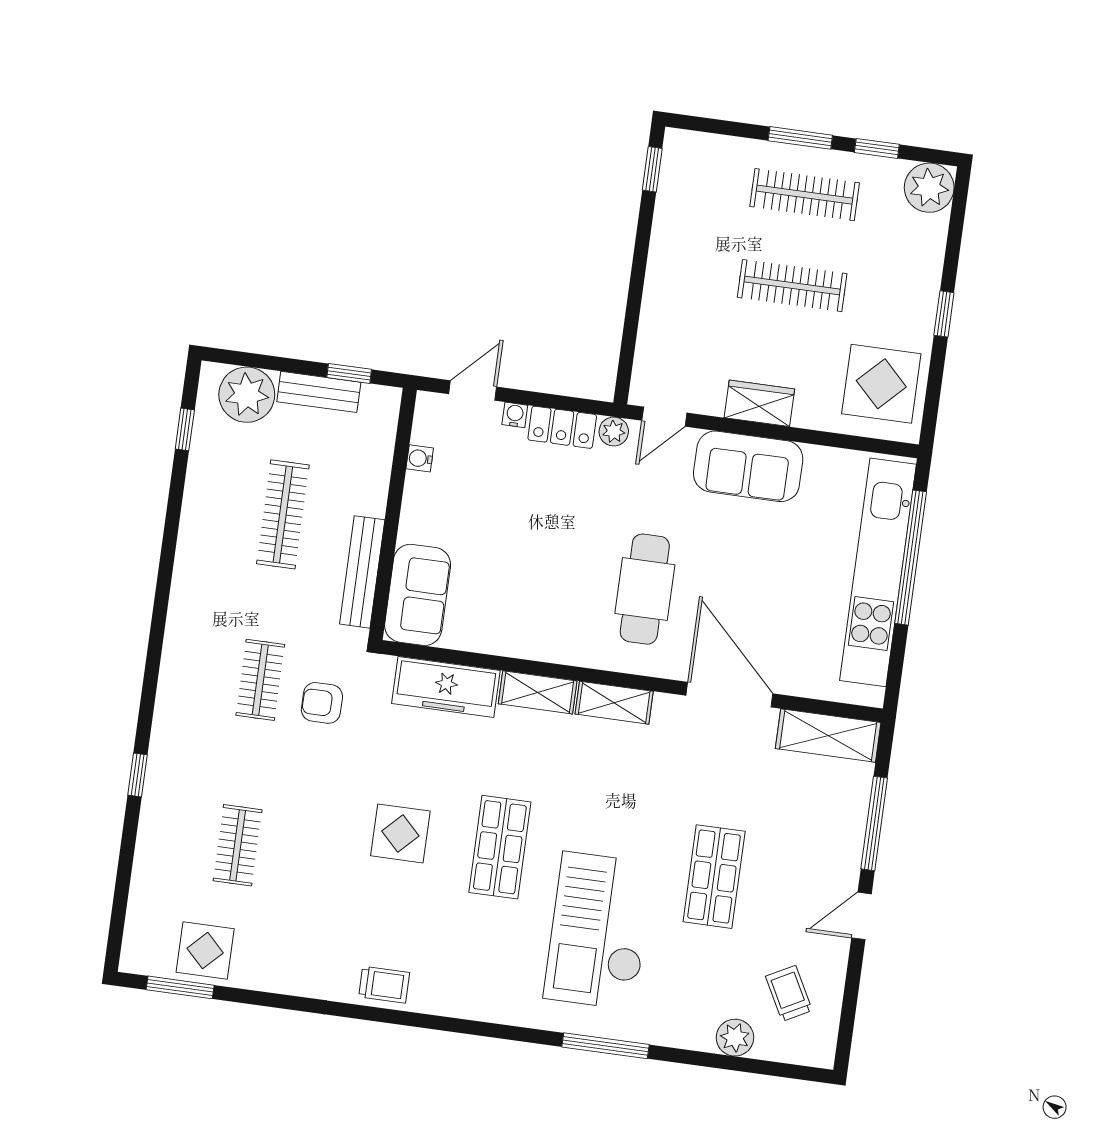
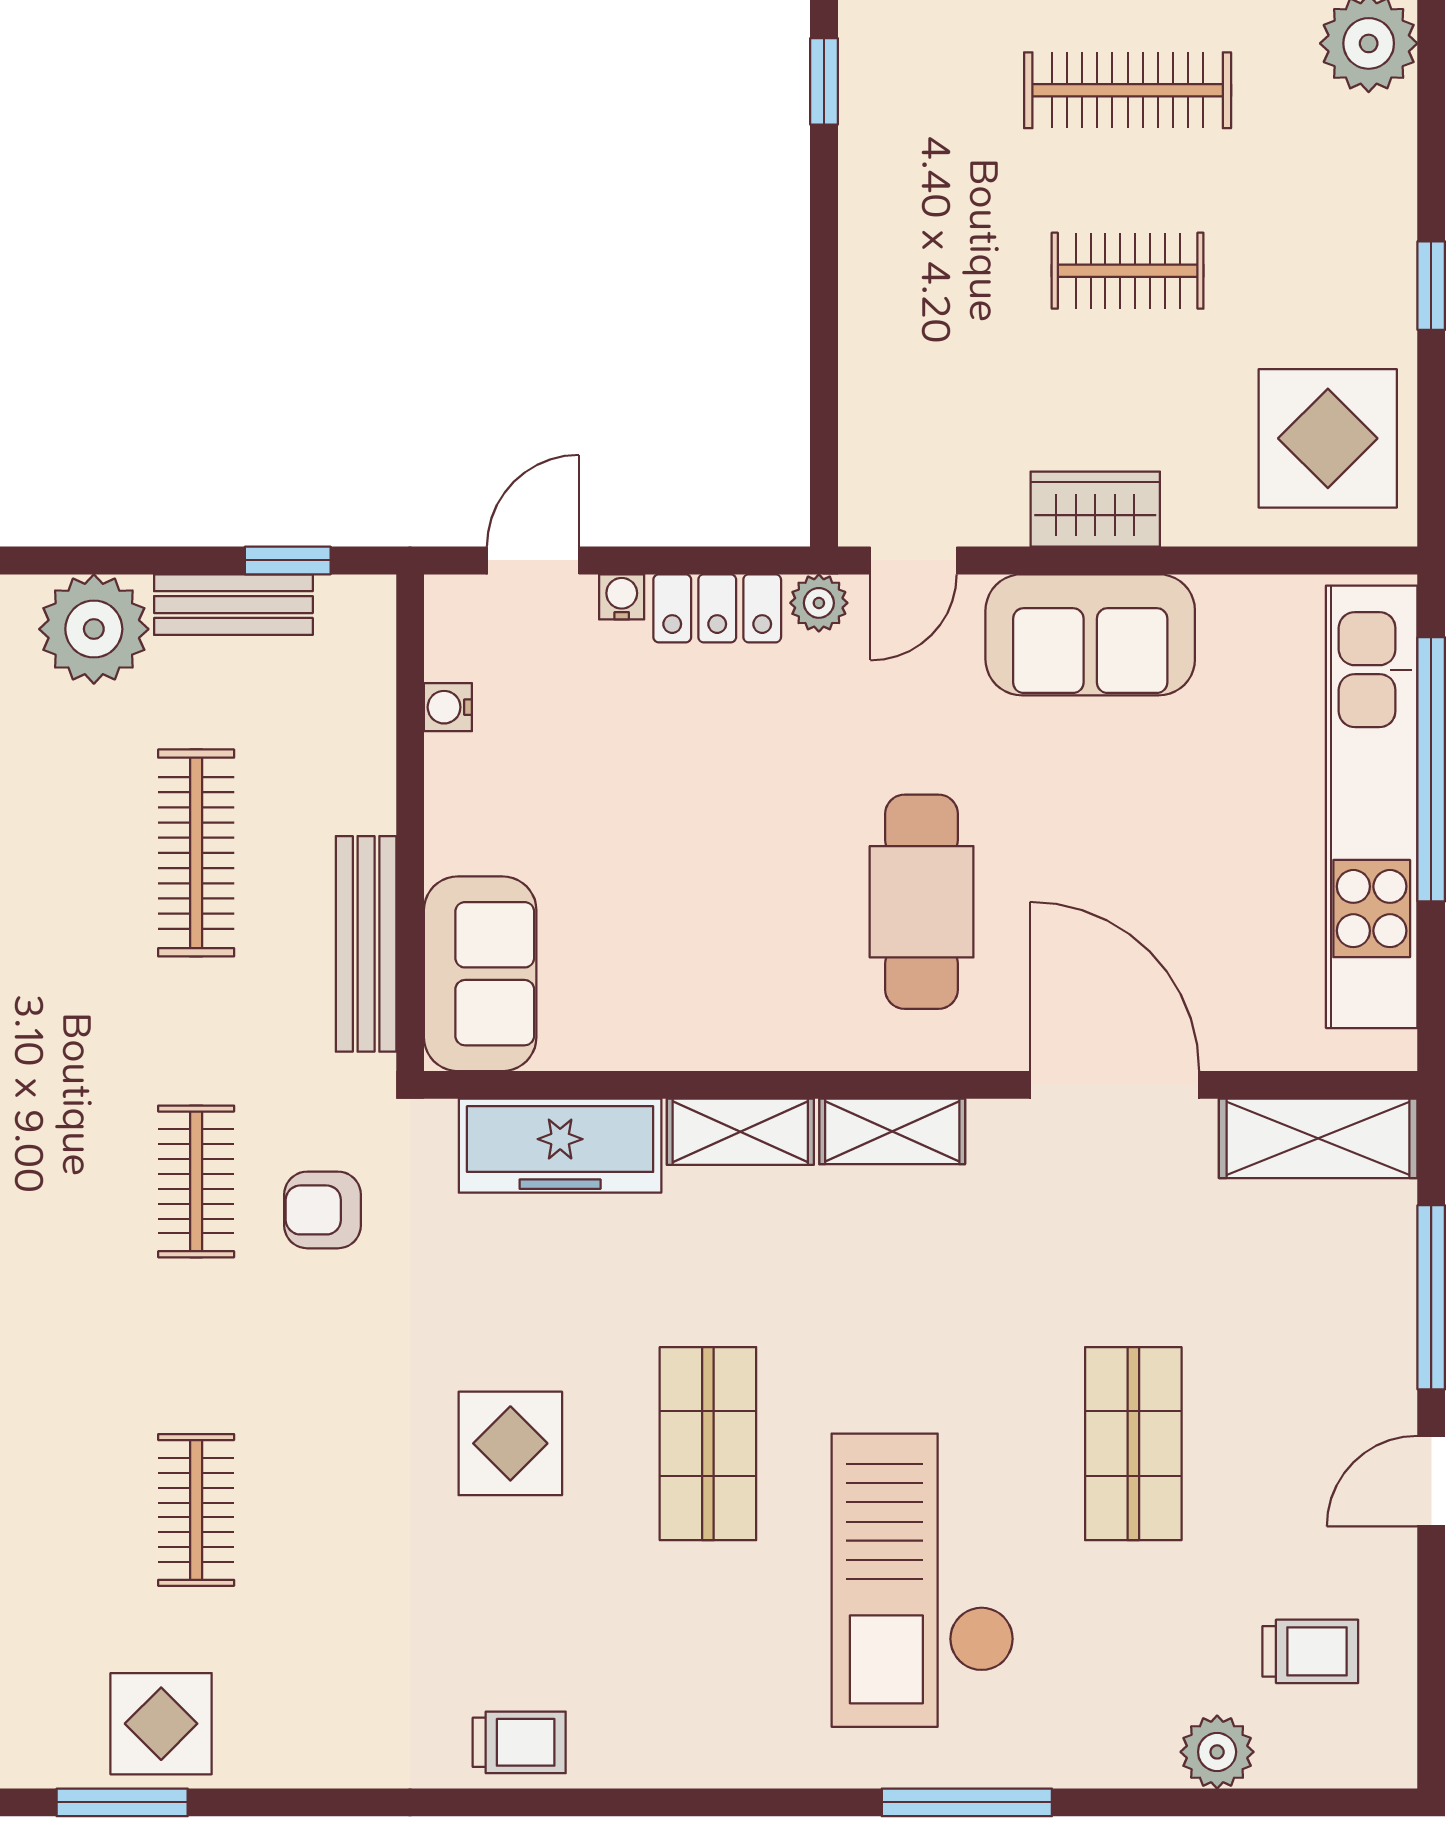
clothes rail: (792, 286) -> (1128, 271), width x0.73
trolley: (789, 993) -> (1310, 1651), turned 118

